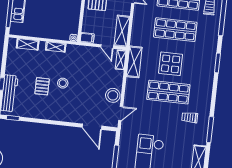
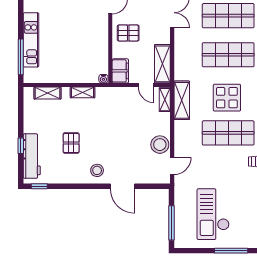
filing cabinet: (87, 38) -> (120, 71), width x2.00
stool: (63, 83) -> (97, 170), moved
door: (92, 127) -> (122, 186), moved

